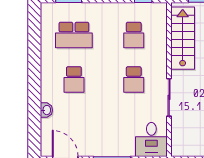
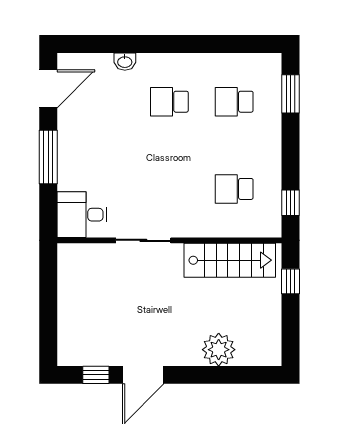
school desk: (74, 35) -> (234, 102), width x0.54
school desk: (134, 79) -> (169, 189), removed

